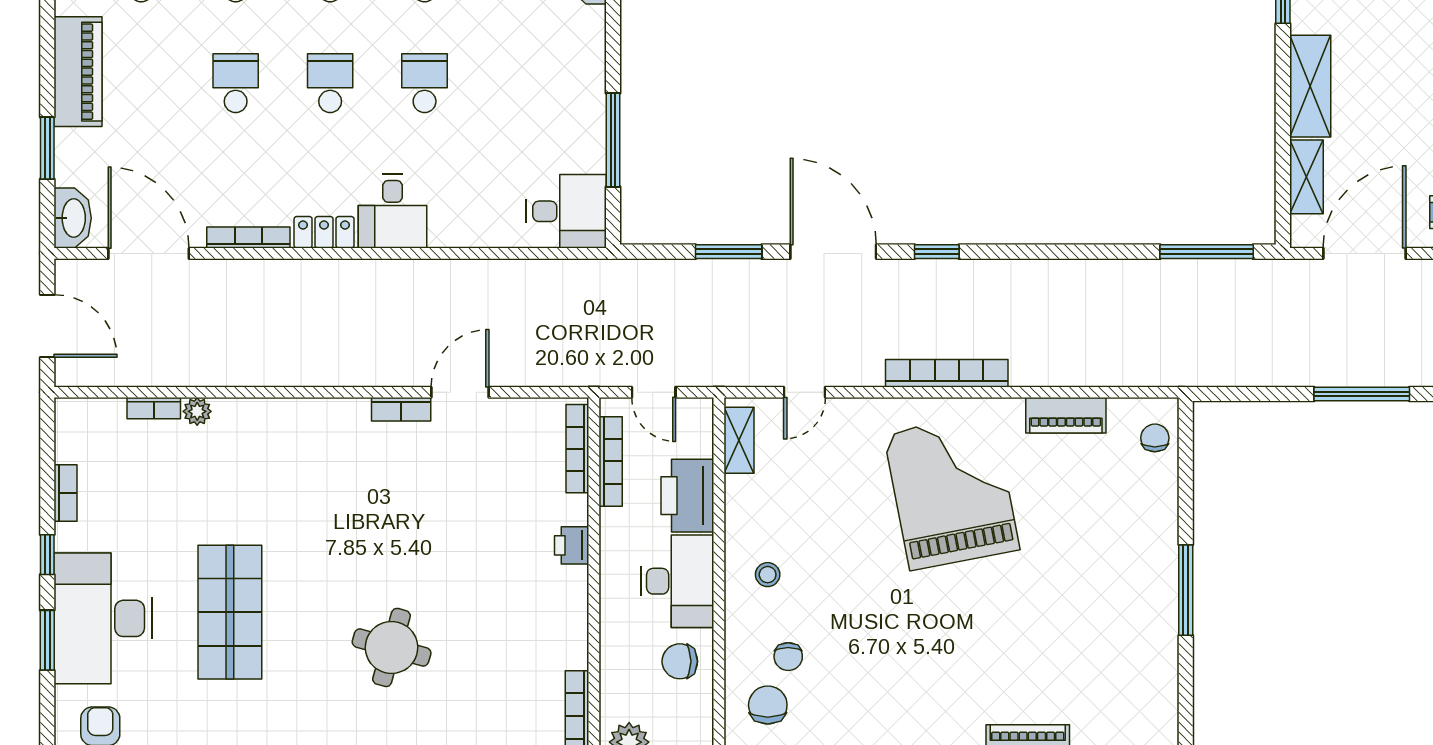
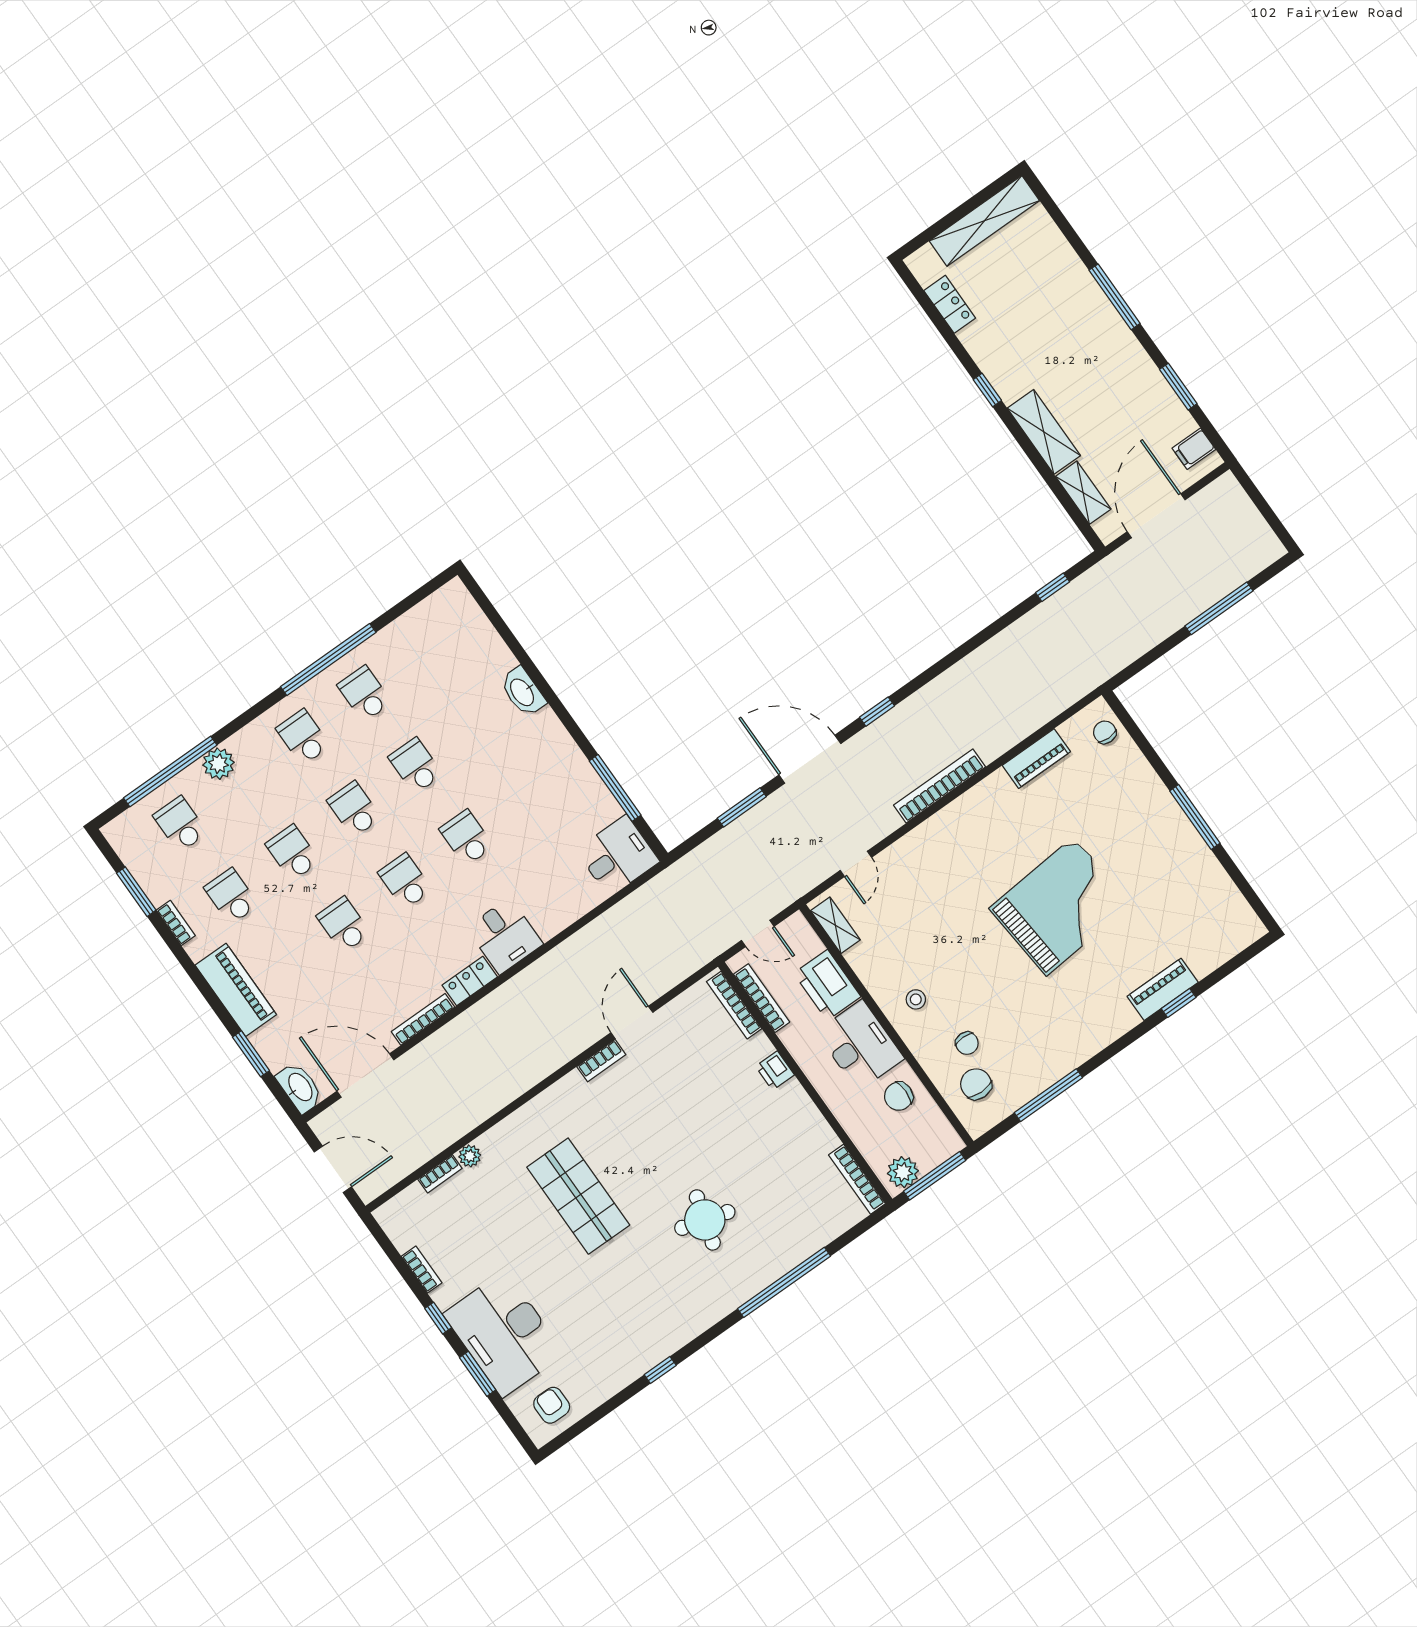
window: (1207, 252) -> (1053, 587), width x0.46
grand piano: (952, 492) -> (1060, 906), moved, turned 96
shop shelf: (230, 612) -> (578, 1196), moved

